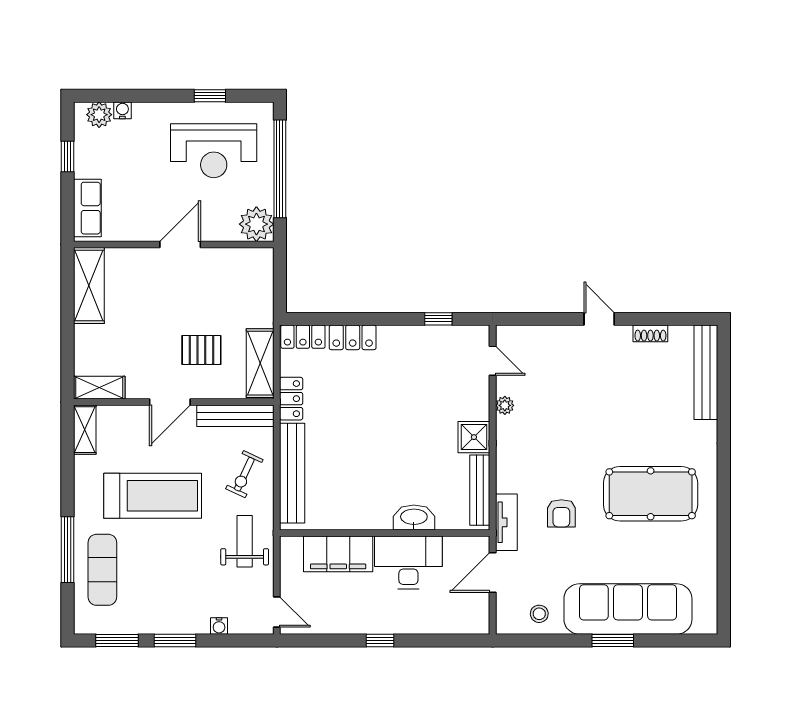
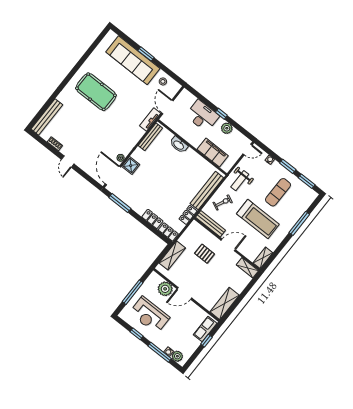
window: (139, 96) -> (160, 352), added
reception desk: (214, 151) -> (149, 315), turned 180
window: (67, 156) -> (206, 341), moved
window: (280, 169) -> (133, 292), width x0.68
plant: (256, 224) -> (165, 289), moved
window: (438, 319) -> (120, 203), width x2.17
door: (493, 361) -> (113, 175), width x1.88
shelving: (260, 363) -> (172, 255), moved
shower: (474, 437) -> (131, 166), moved
treadmill: (153, 496) -> (258, 219), turned 180
armchair: (561, 513) -> (130, 108), removed
desk: (408, 562) -> (202, 116), moved, turned 180
exercise mat: (102, 570) -> (278, 192), moved
door: (493, 573) -> (167, 107), swing flipped
door: (277, 612) -> (247, 149), swing flipped
plant: (348, 621) -> (227, 128), added

